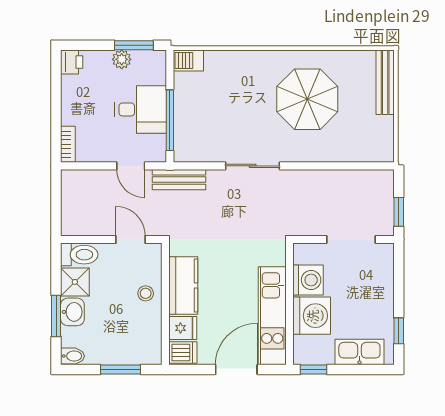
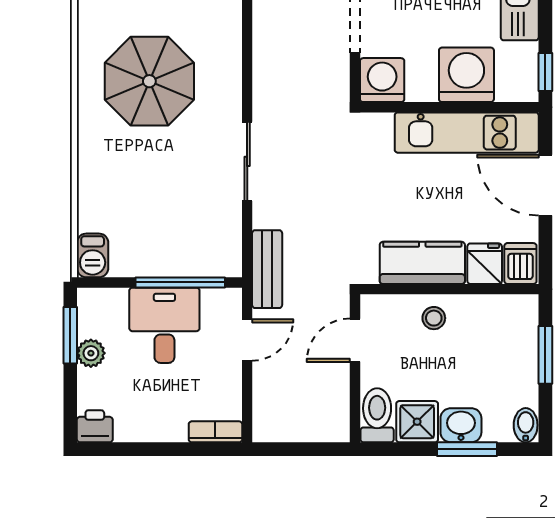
washing machine: (308, 280) -> (382, 80), moved

